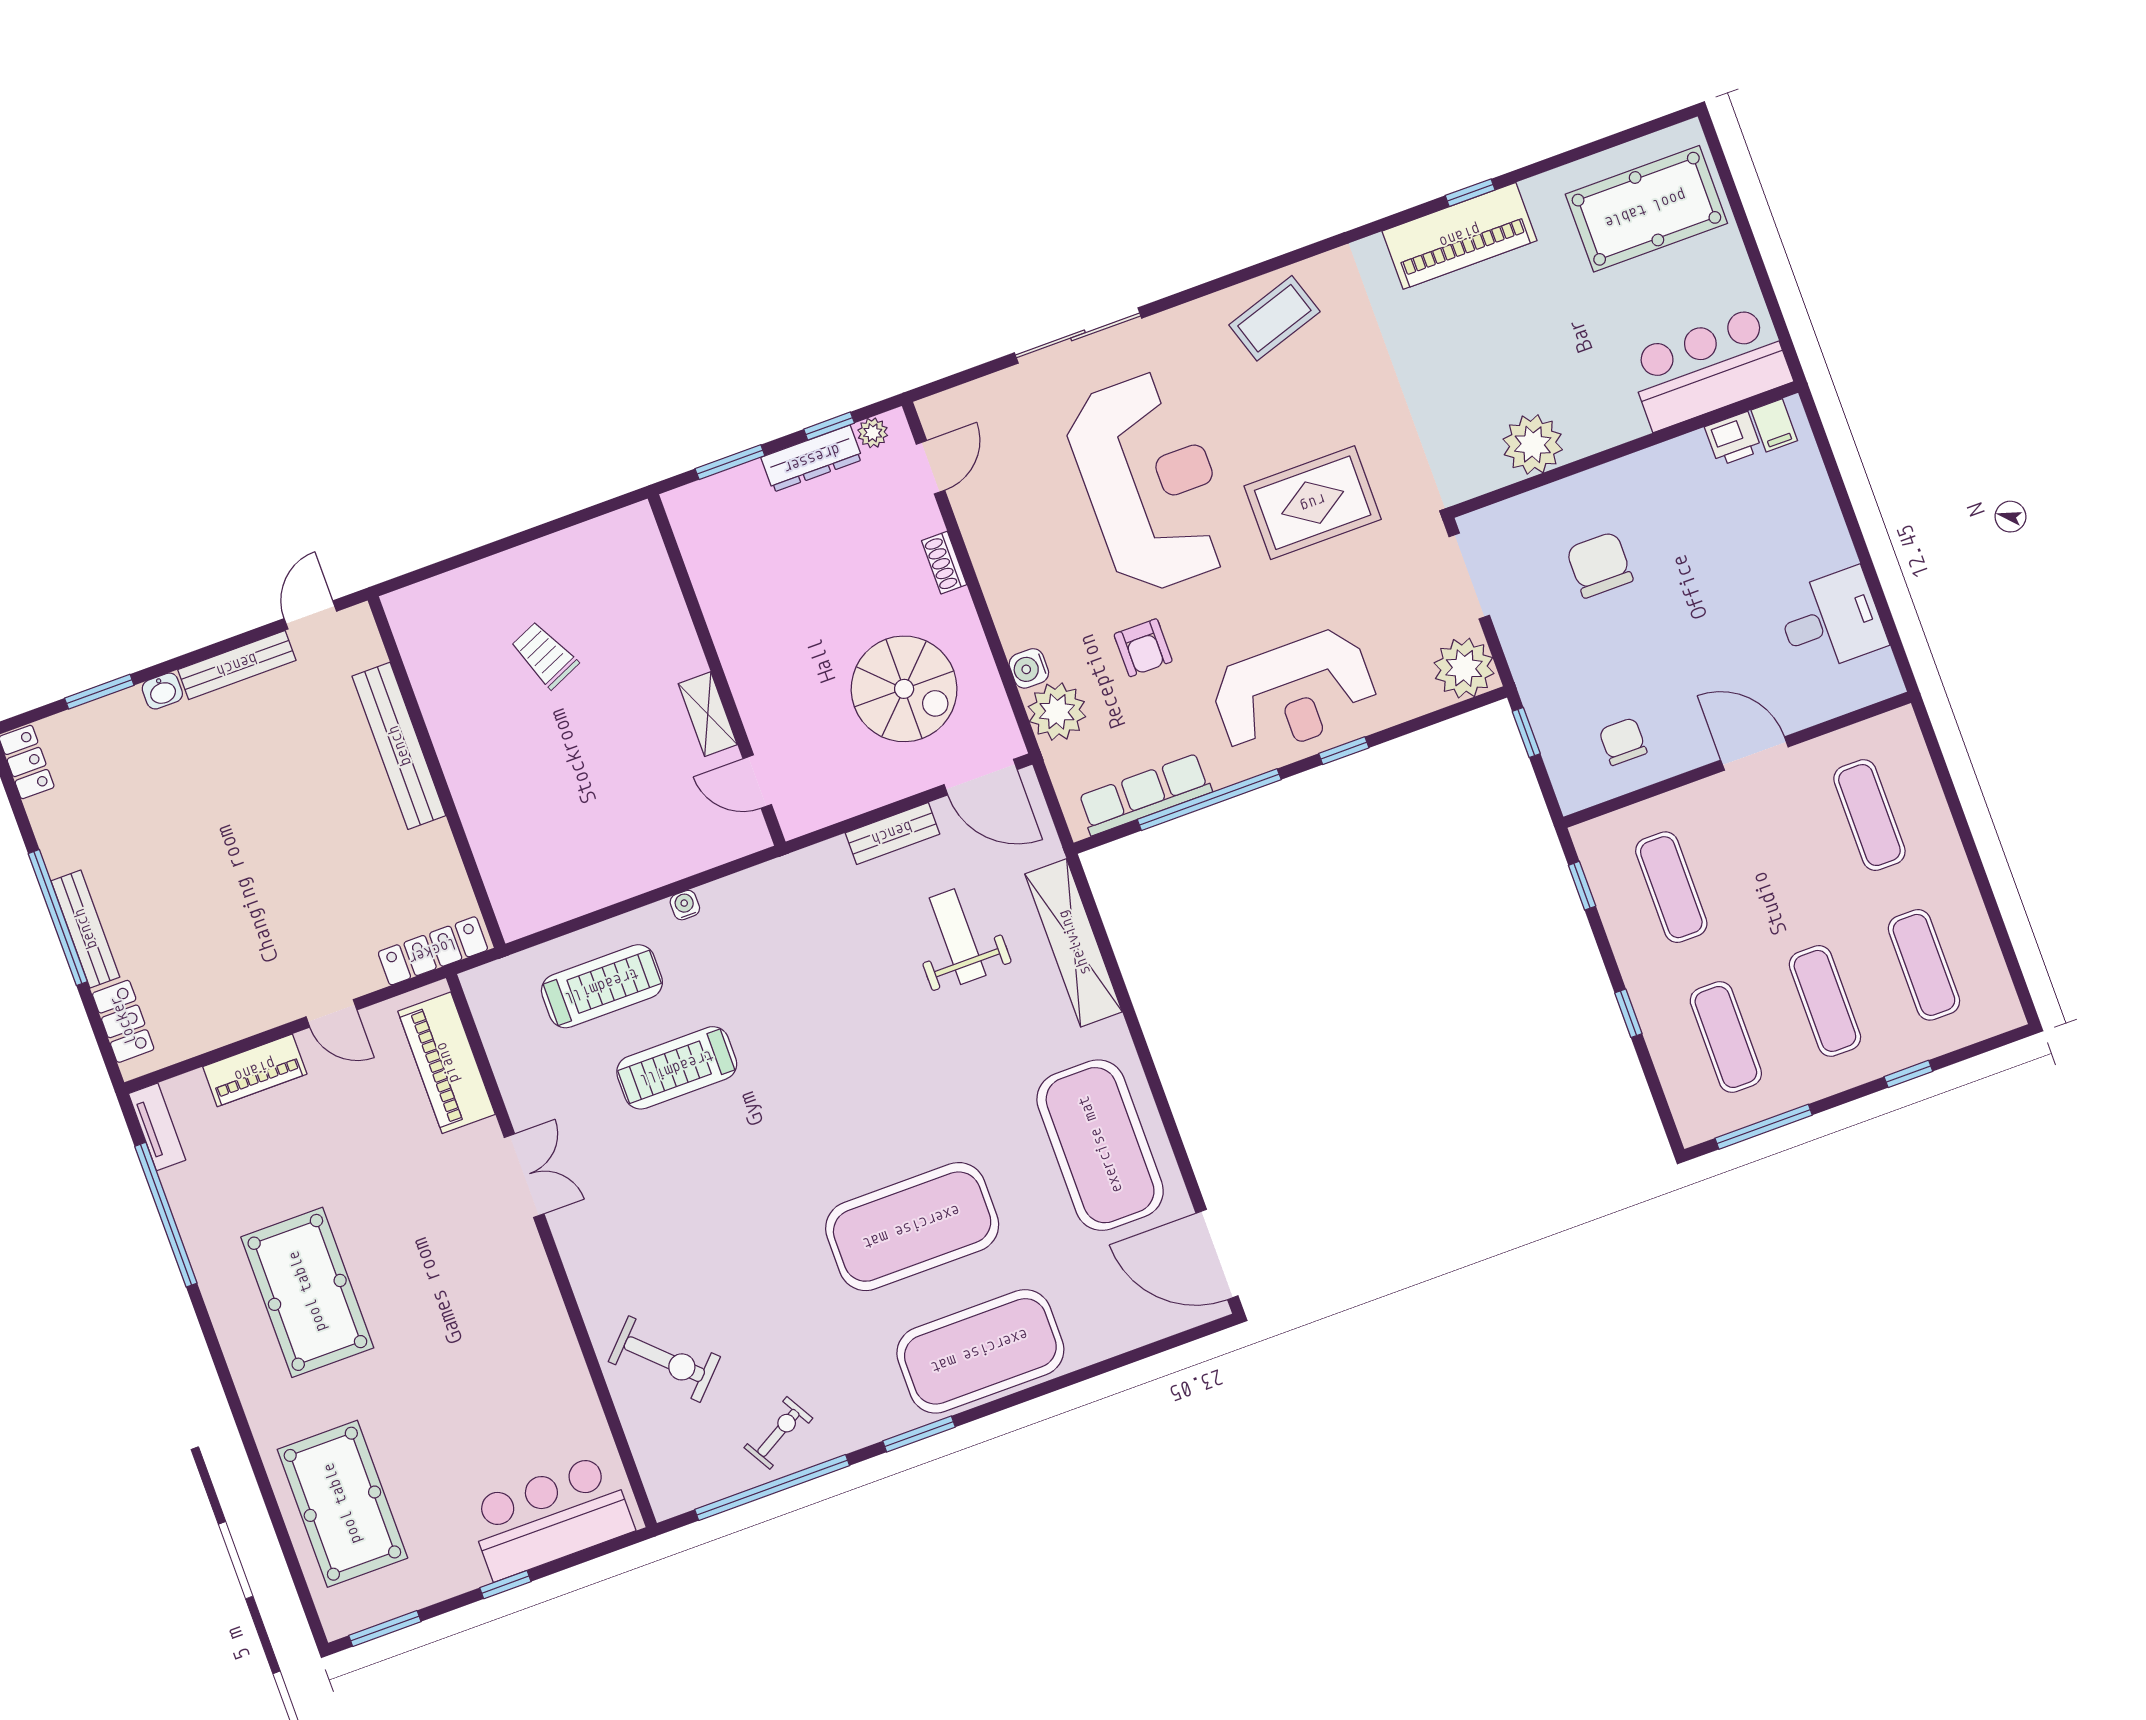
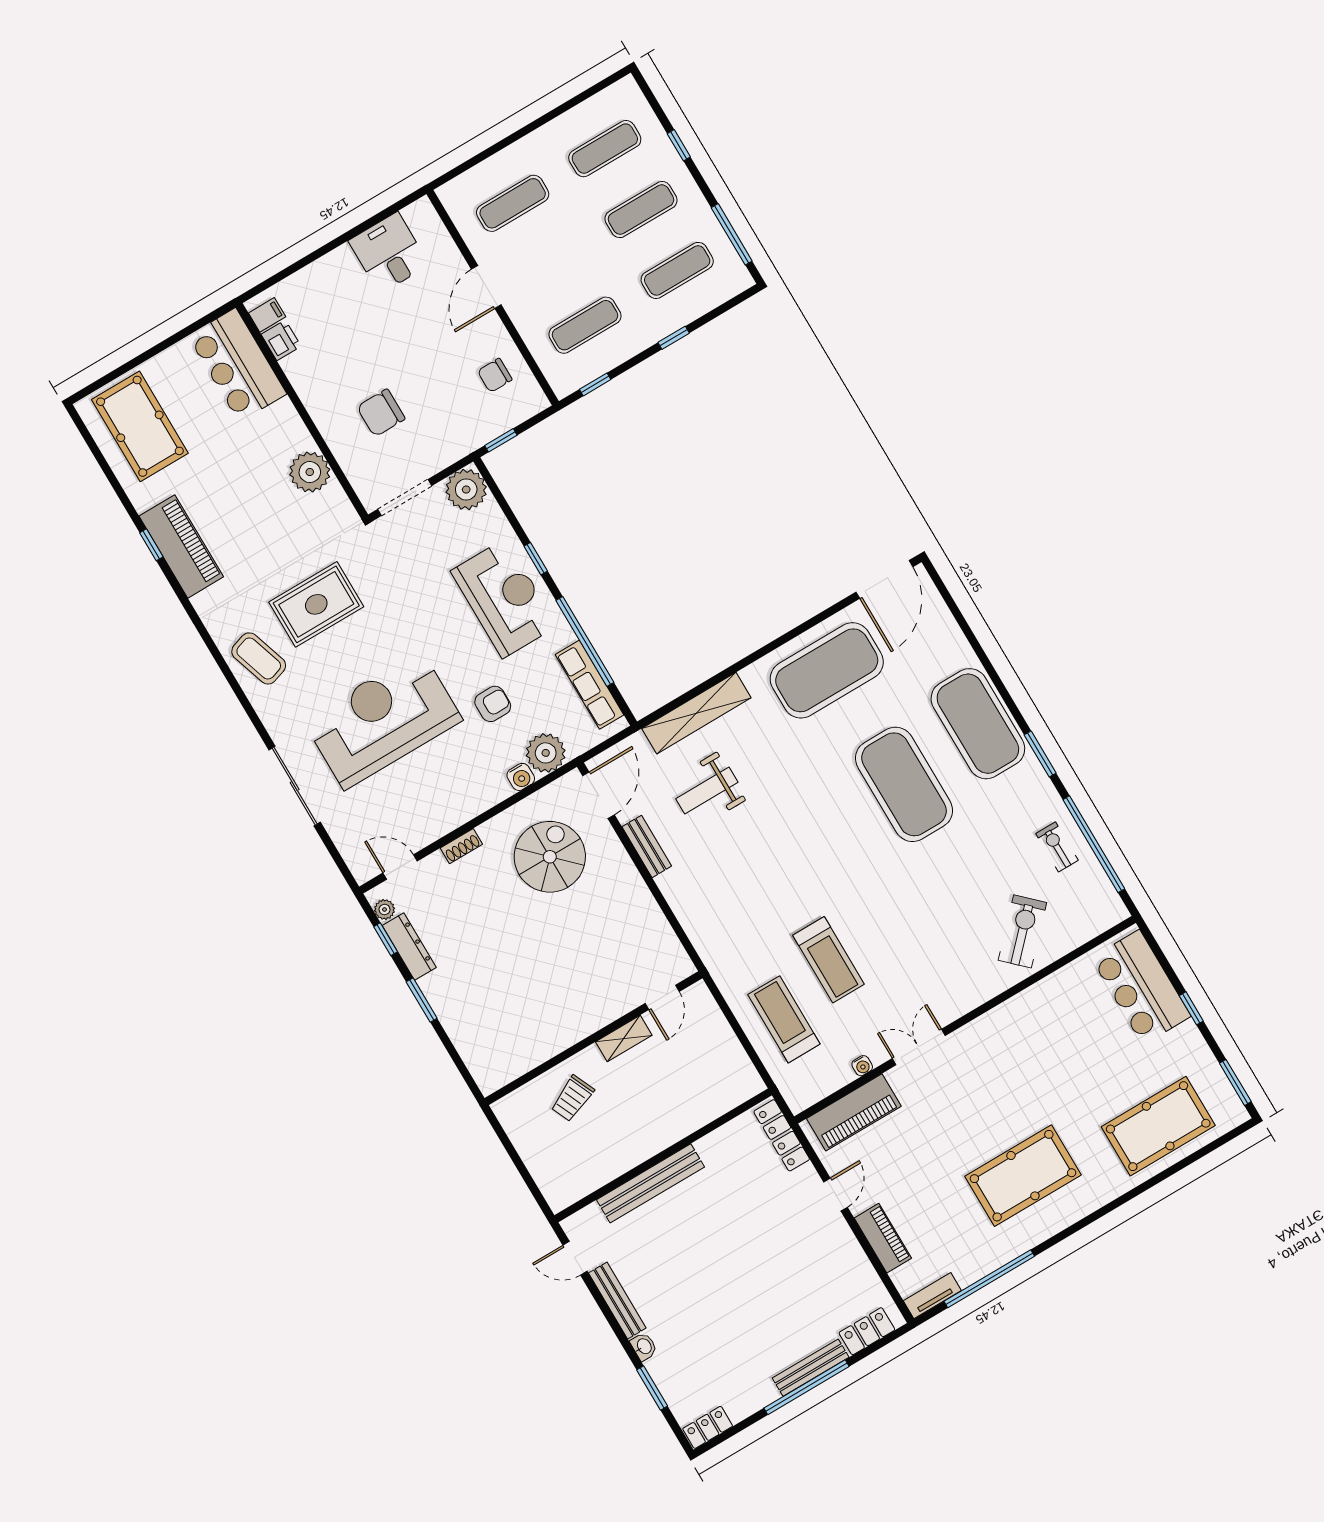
rug: (1313, 503) -> (316, 604), moved, turned 90
wall: (717, 670) -> (594, 1038), moved
shelving: (708, 714) -> (624, 1038), moved
door: (757, 782) -> (662, 997), moved
water cooler: (685, 905) -> (862, 1066), moved, turned -90
exercise bike: (778, 1433) -> (1057, 847), turned 30

